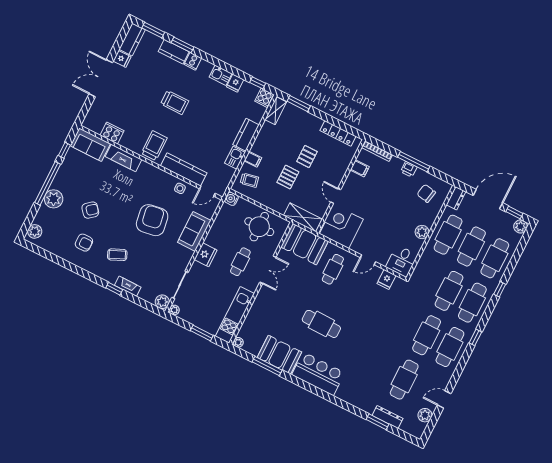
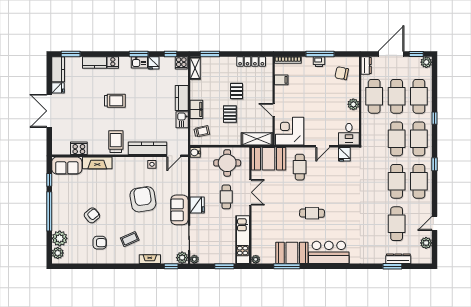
window: (182, 45) -> (139, 54), moved
filing cabinet: (253, 159) -> (196, 109), width x2.00
plant: (54, 199) -> (60, 238), moved
sofa: (194, 231) -> (179, 210), moved
window: (114, 289) -> (171, 266), moved
cafe table: (321, 324) -> (312, 213), width x0.73, depth x0.74

